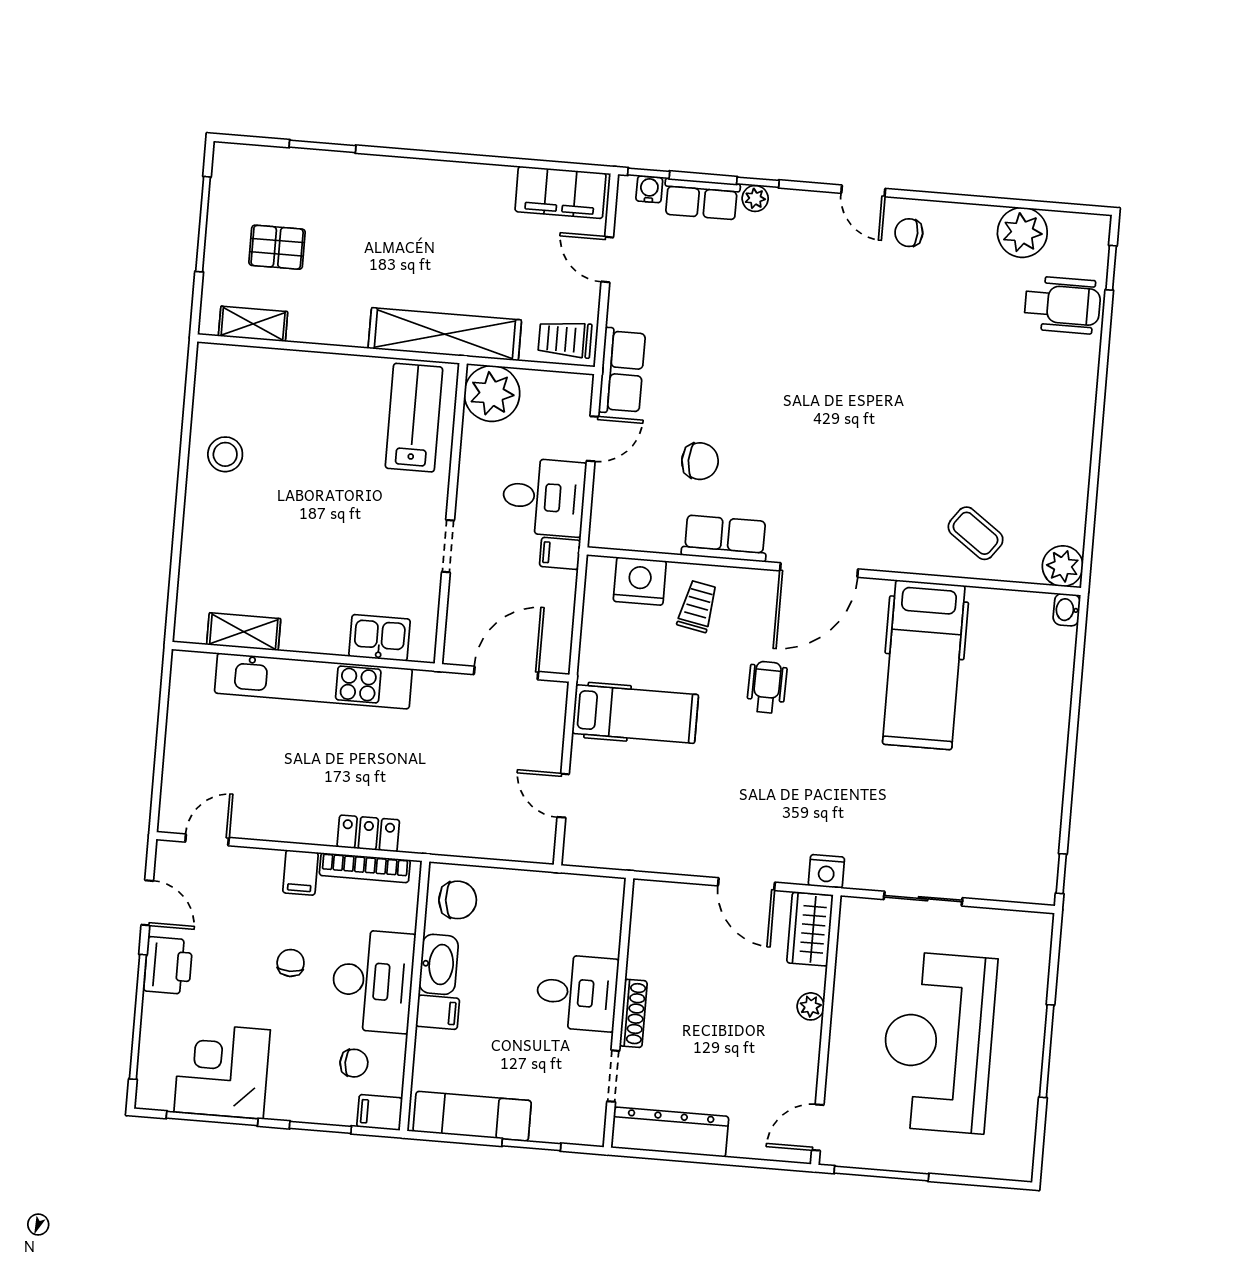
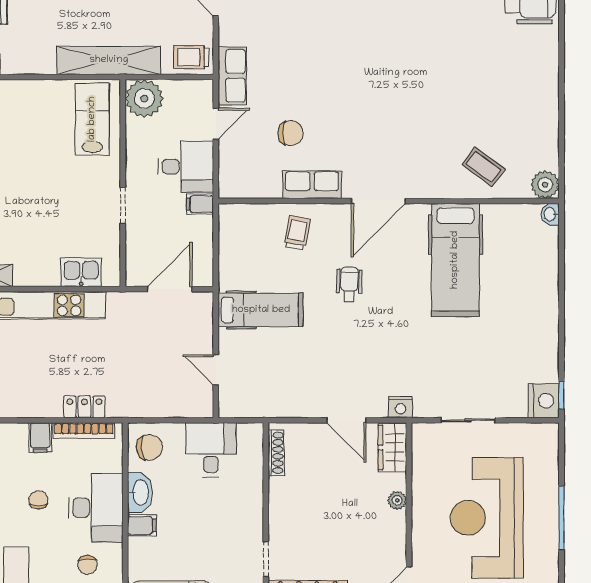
nightstand: (640, 581) -> (544, 401), moved, turned 90
desk: (577, 993) -> (211, 450), moved, turned -90
shoe rack: (633, 1013) -> (276, 453), moved
chair: (354, 1063) -> (88, 565), turned 90

